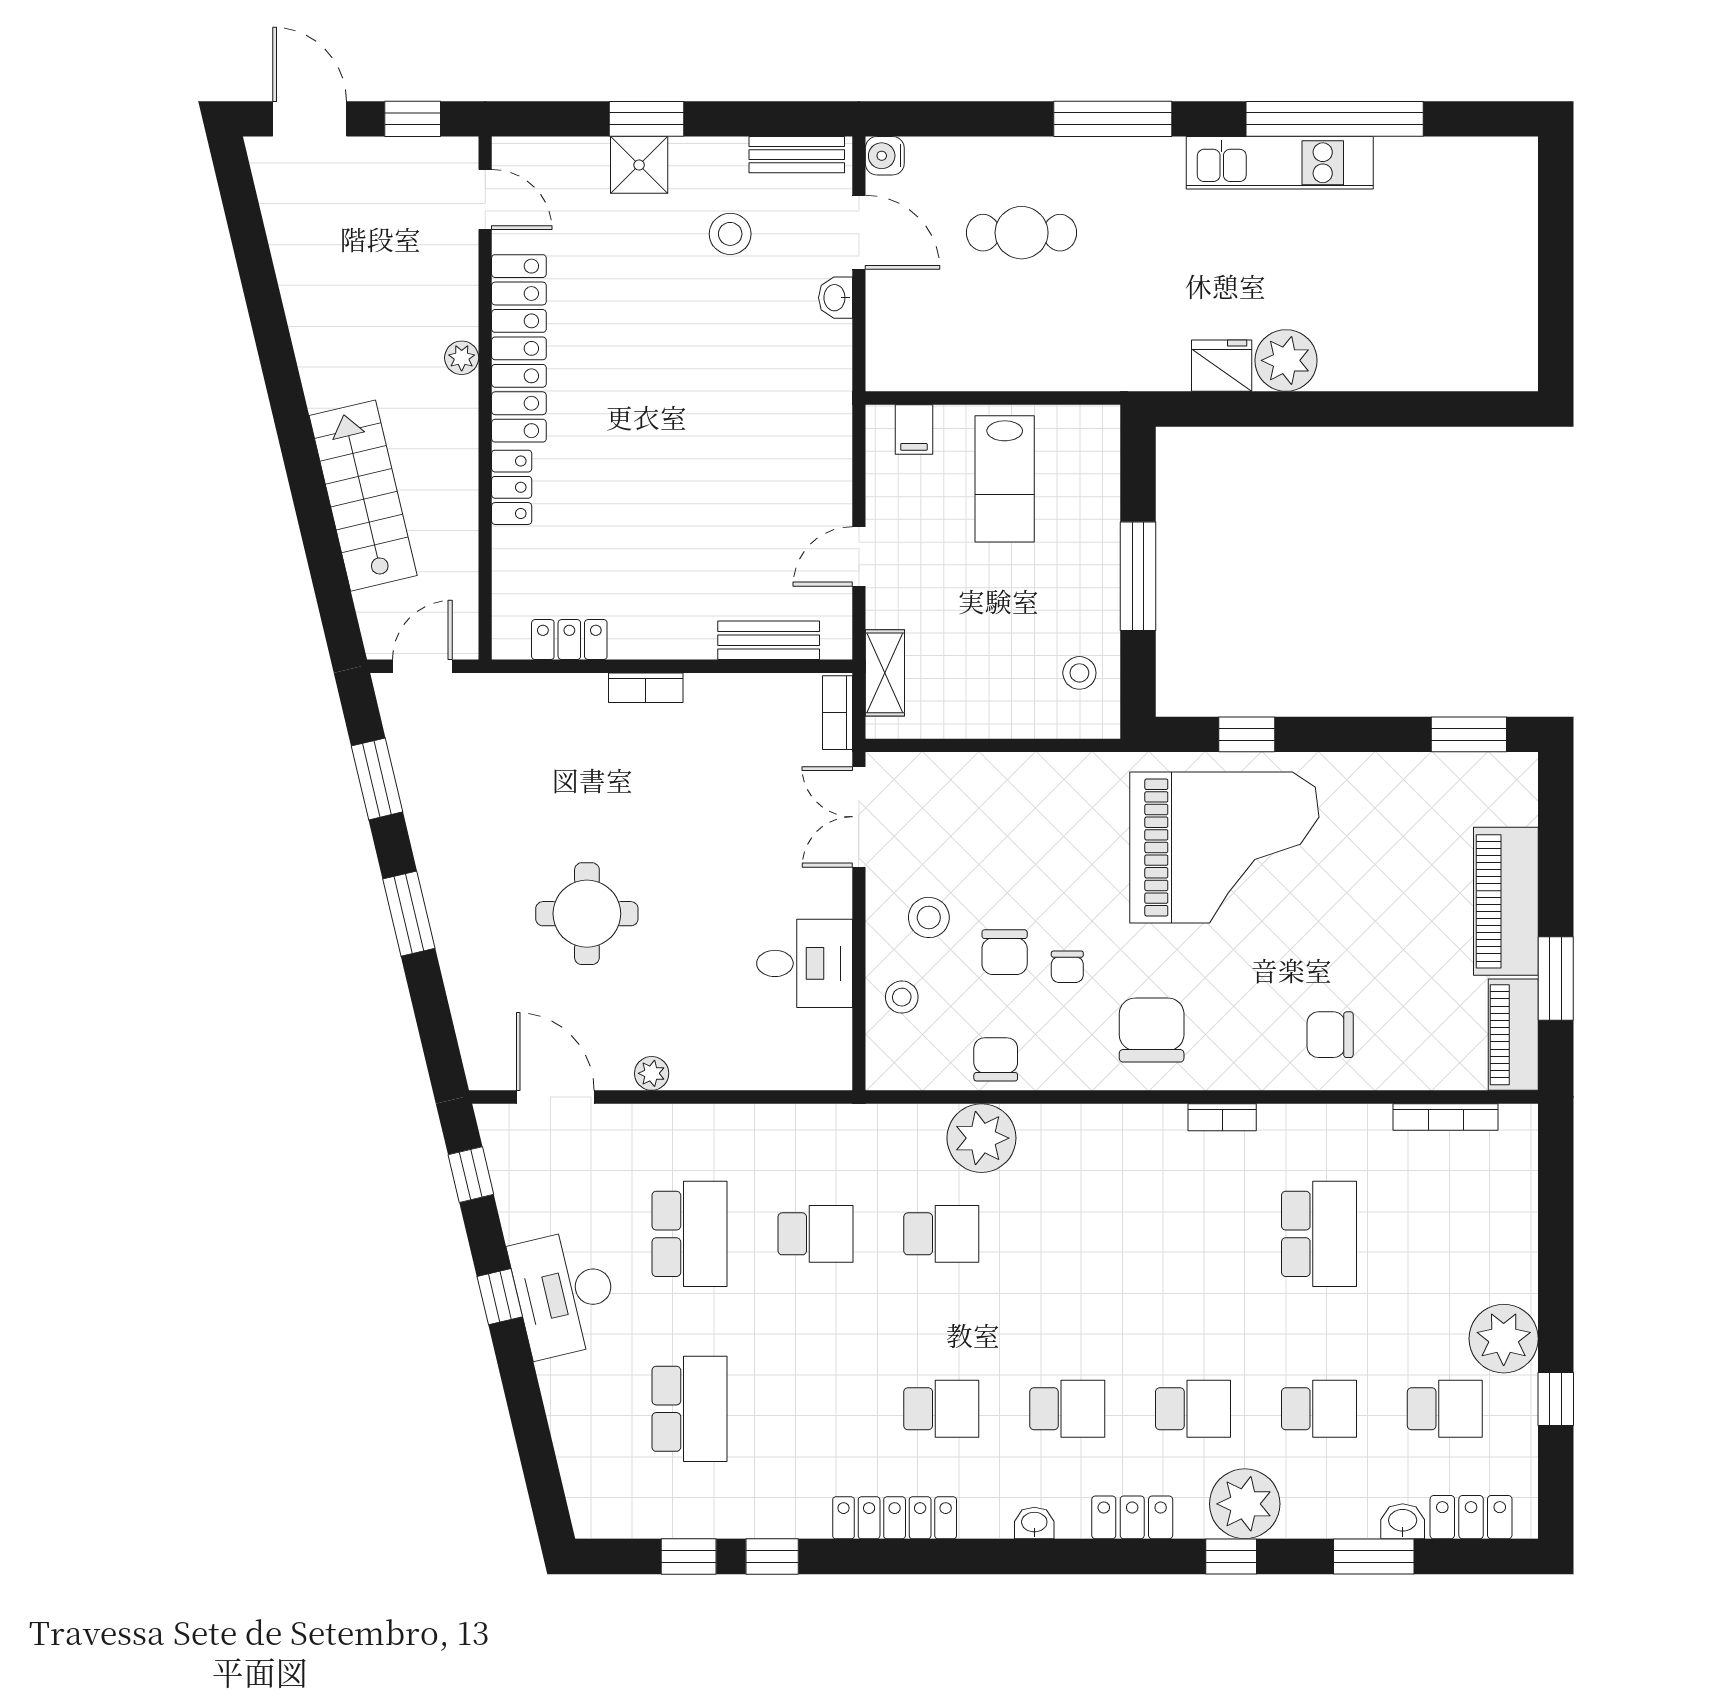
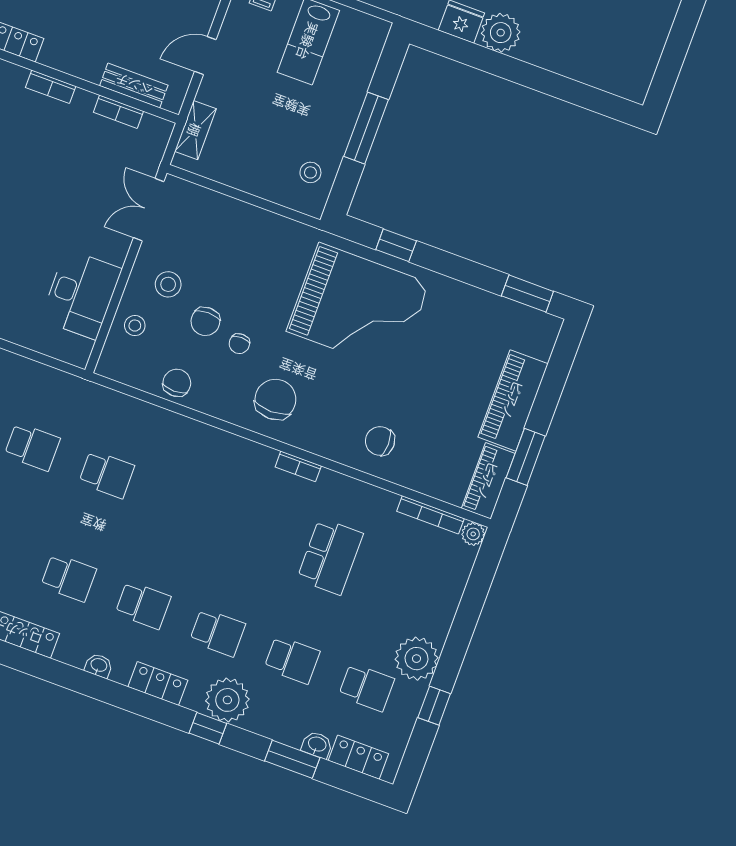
bookcase: (837, 713) -> (118, 112), moved, turned -90
desk: (805, 963) -> (81, 294), width x1.37
plant: (981, 1138) -> (473, 534), moved, width x0.53, depth x0.53

